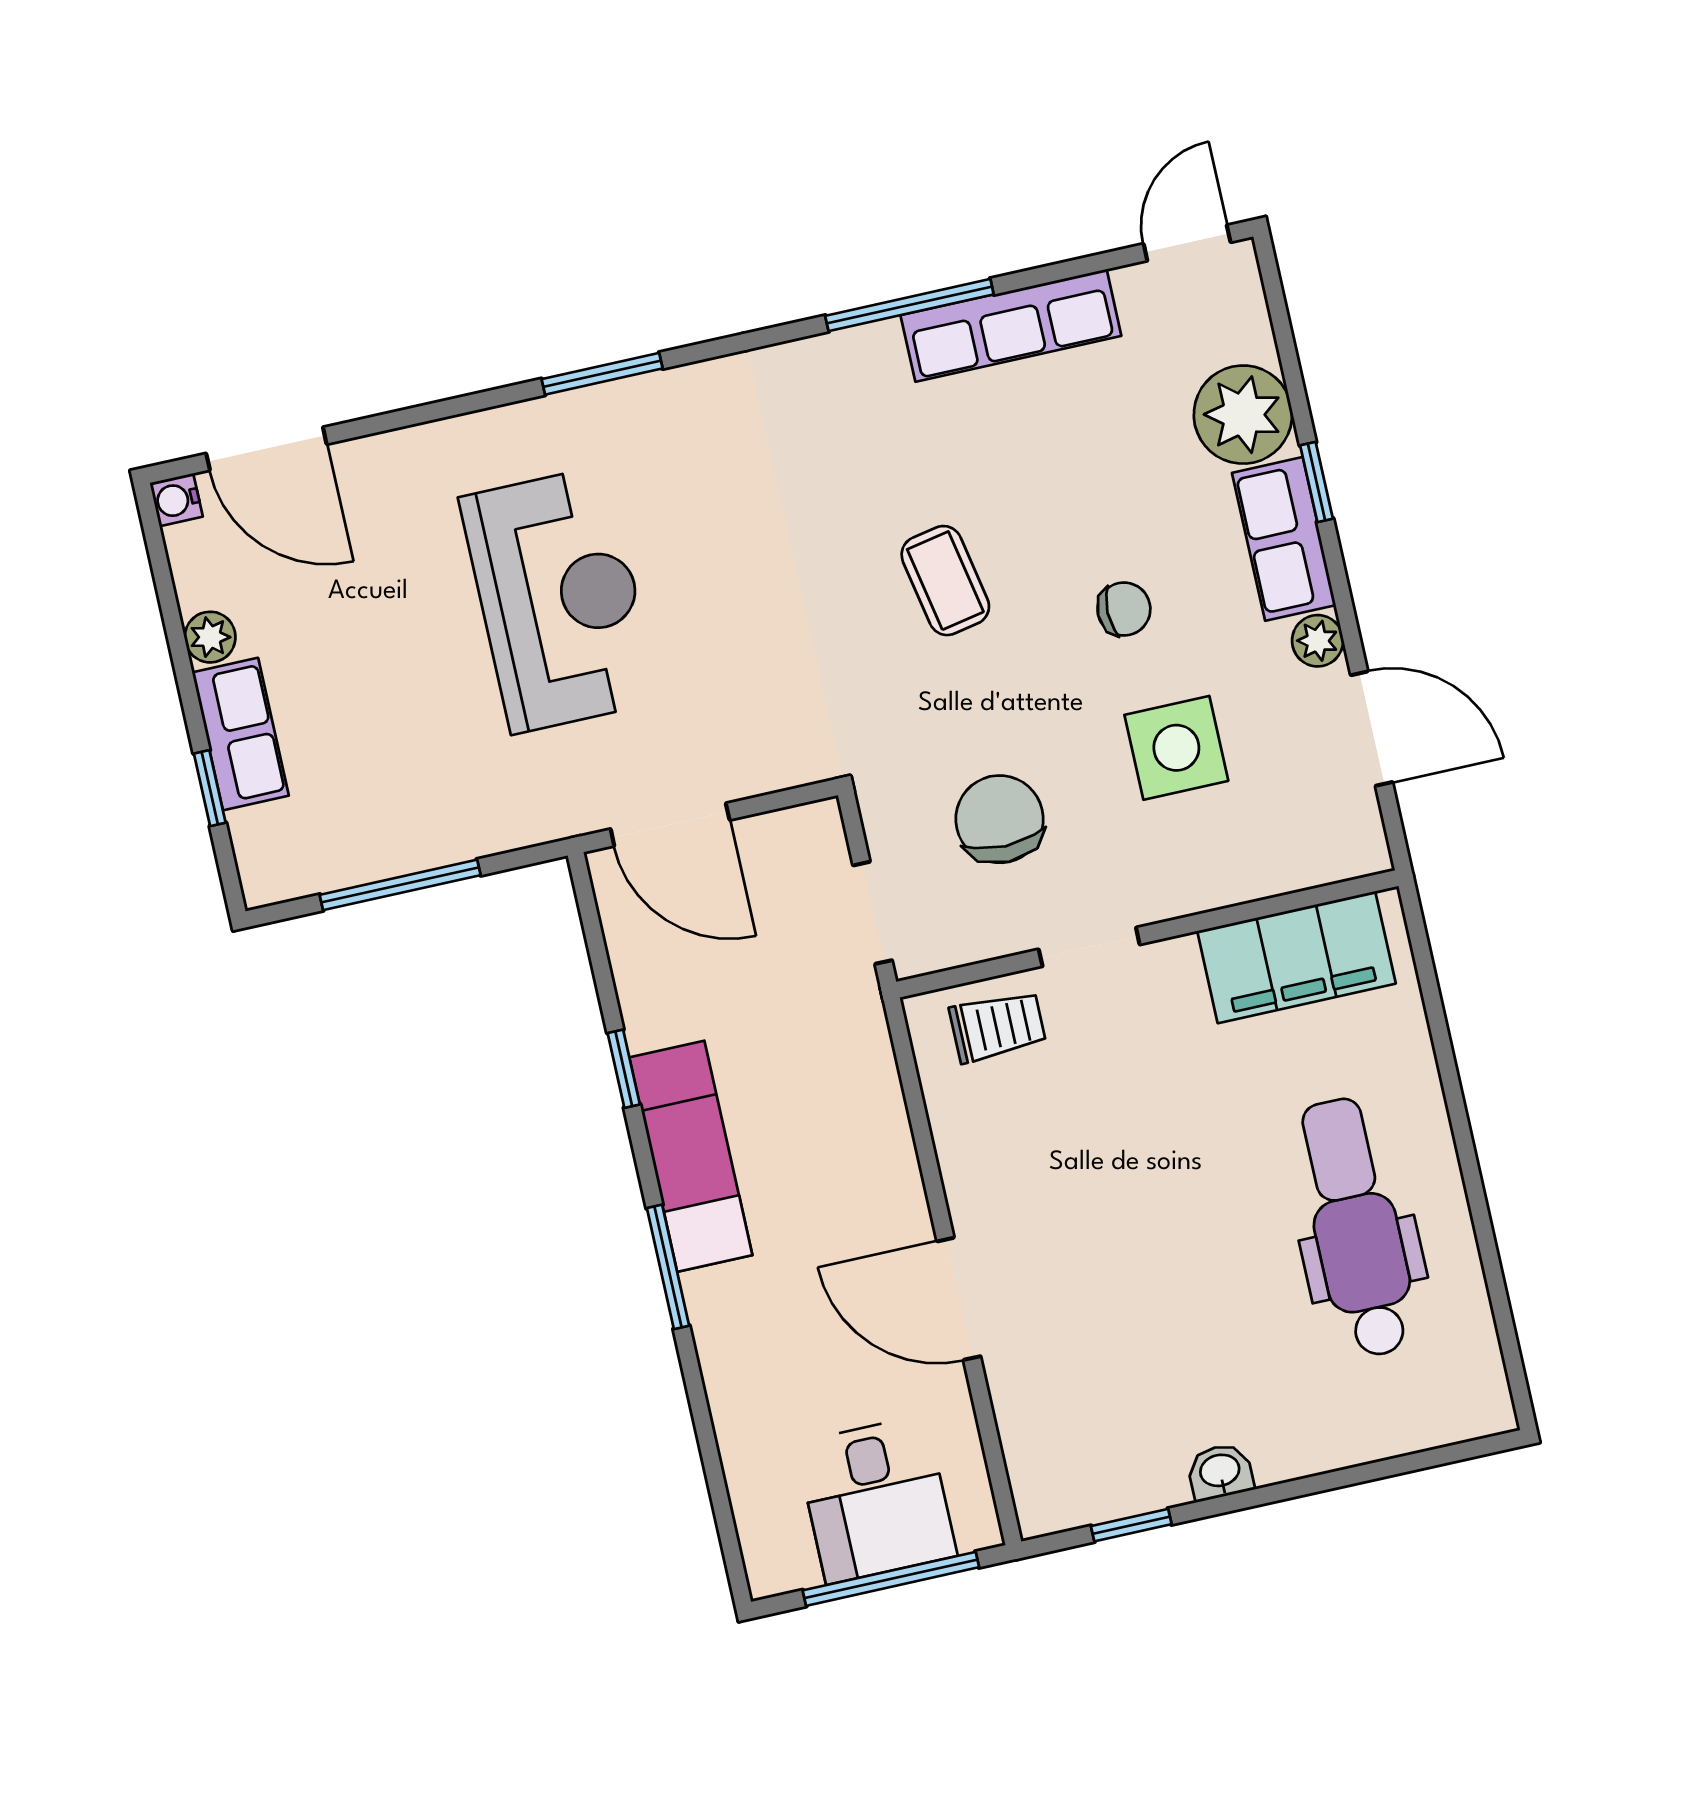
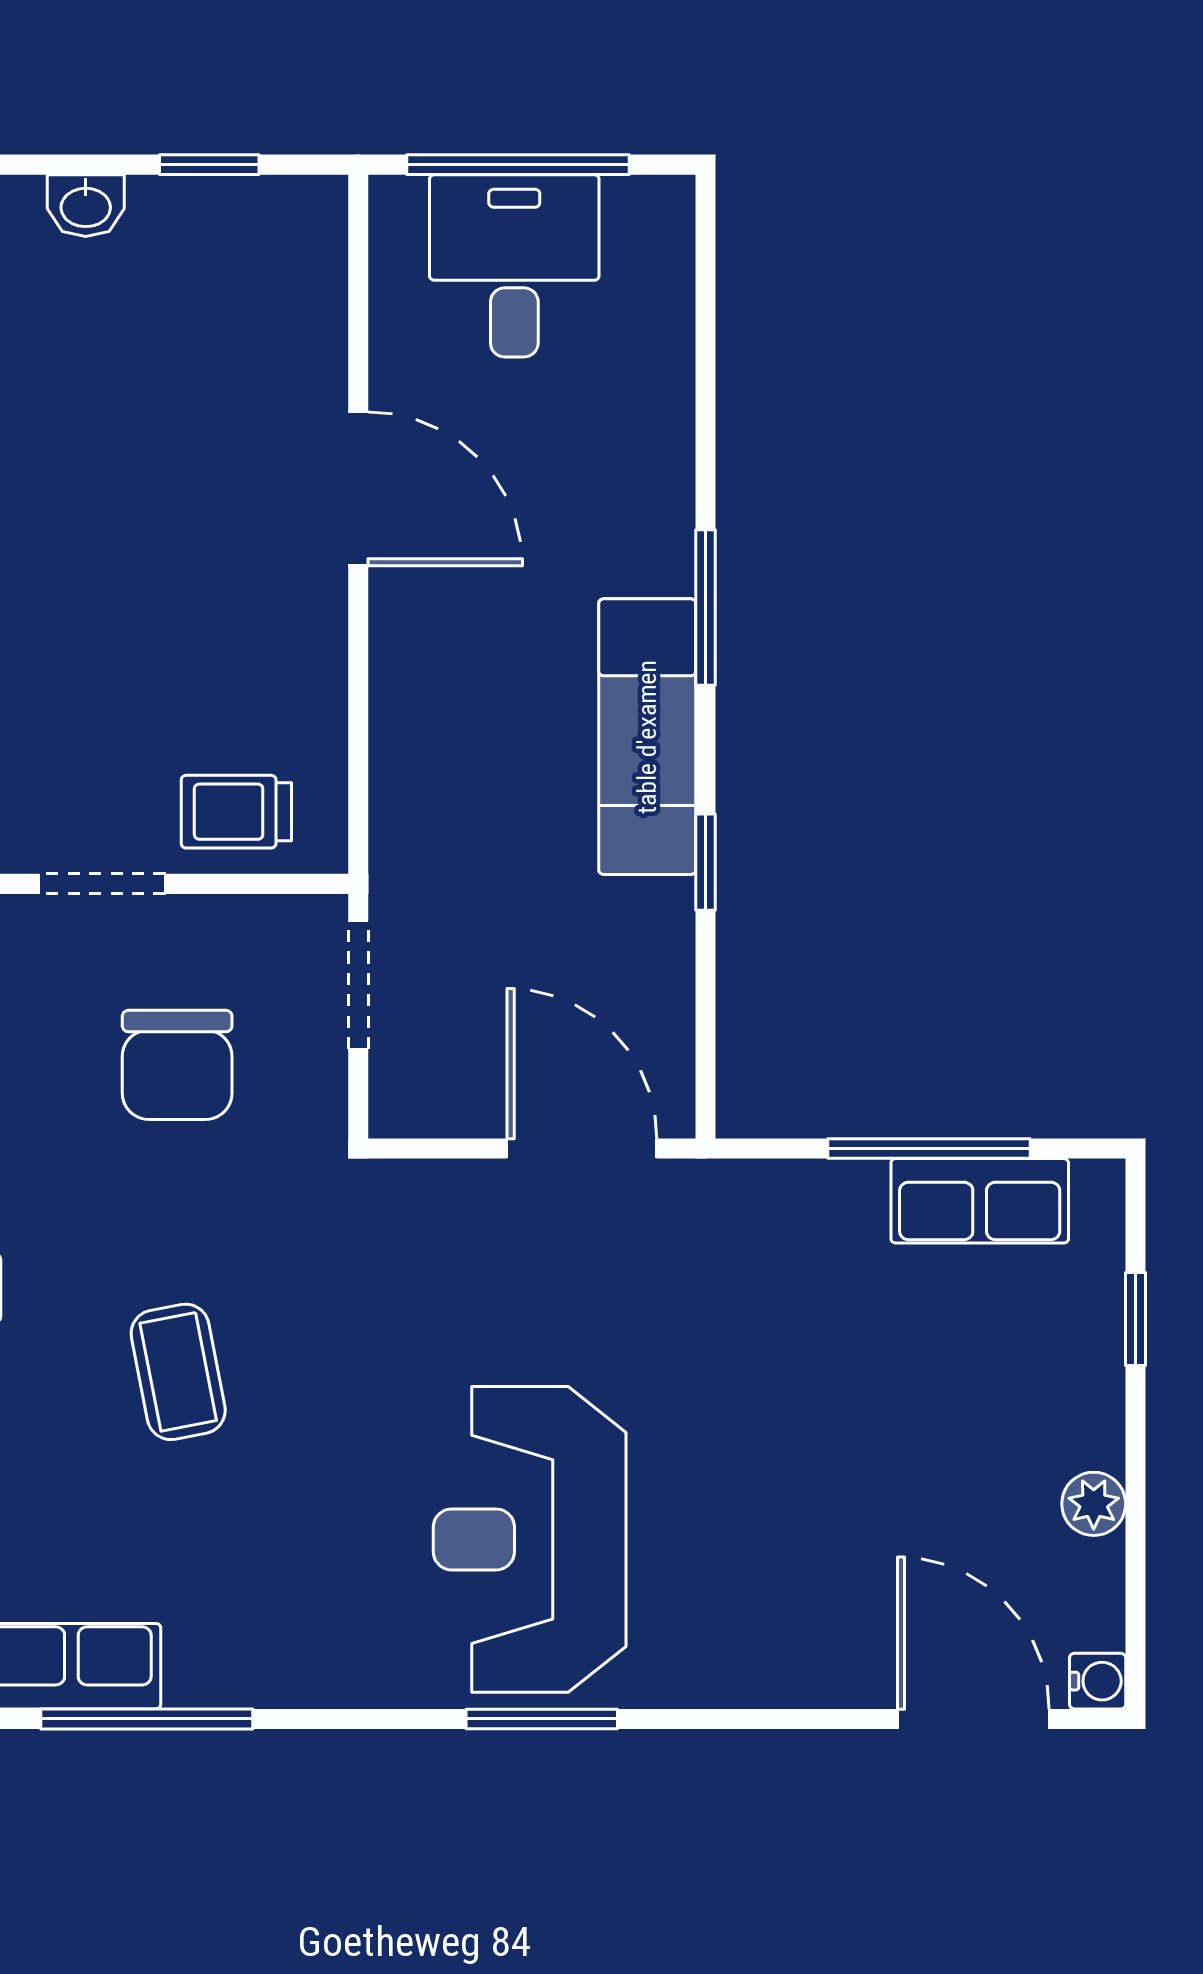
reception desk: (559, 600) -> (530, 1539), moved
row of seats: (240, 734) -> (980, 1201), moved, turned -90

